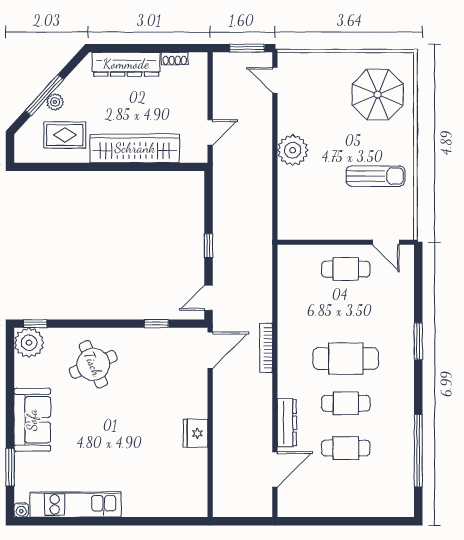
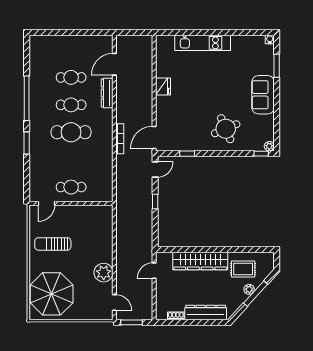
parasol: (378, 95) -> (52, 294), width x1.36, depth x1.36
plant: (293, 150) -> (104, 273), moved
door: (386, 242) -> (47, 203), swing flipped
plant: (29, 343) -> (269, 146), width x0.53, depth x0.53
window: (418, 451) -> (27, 98), moved
kitchen unit: (76, 504) -> (203, 43), moved

